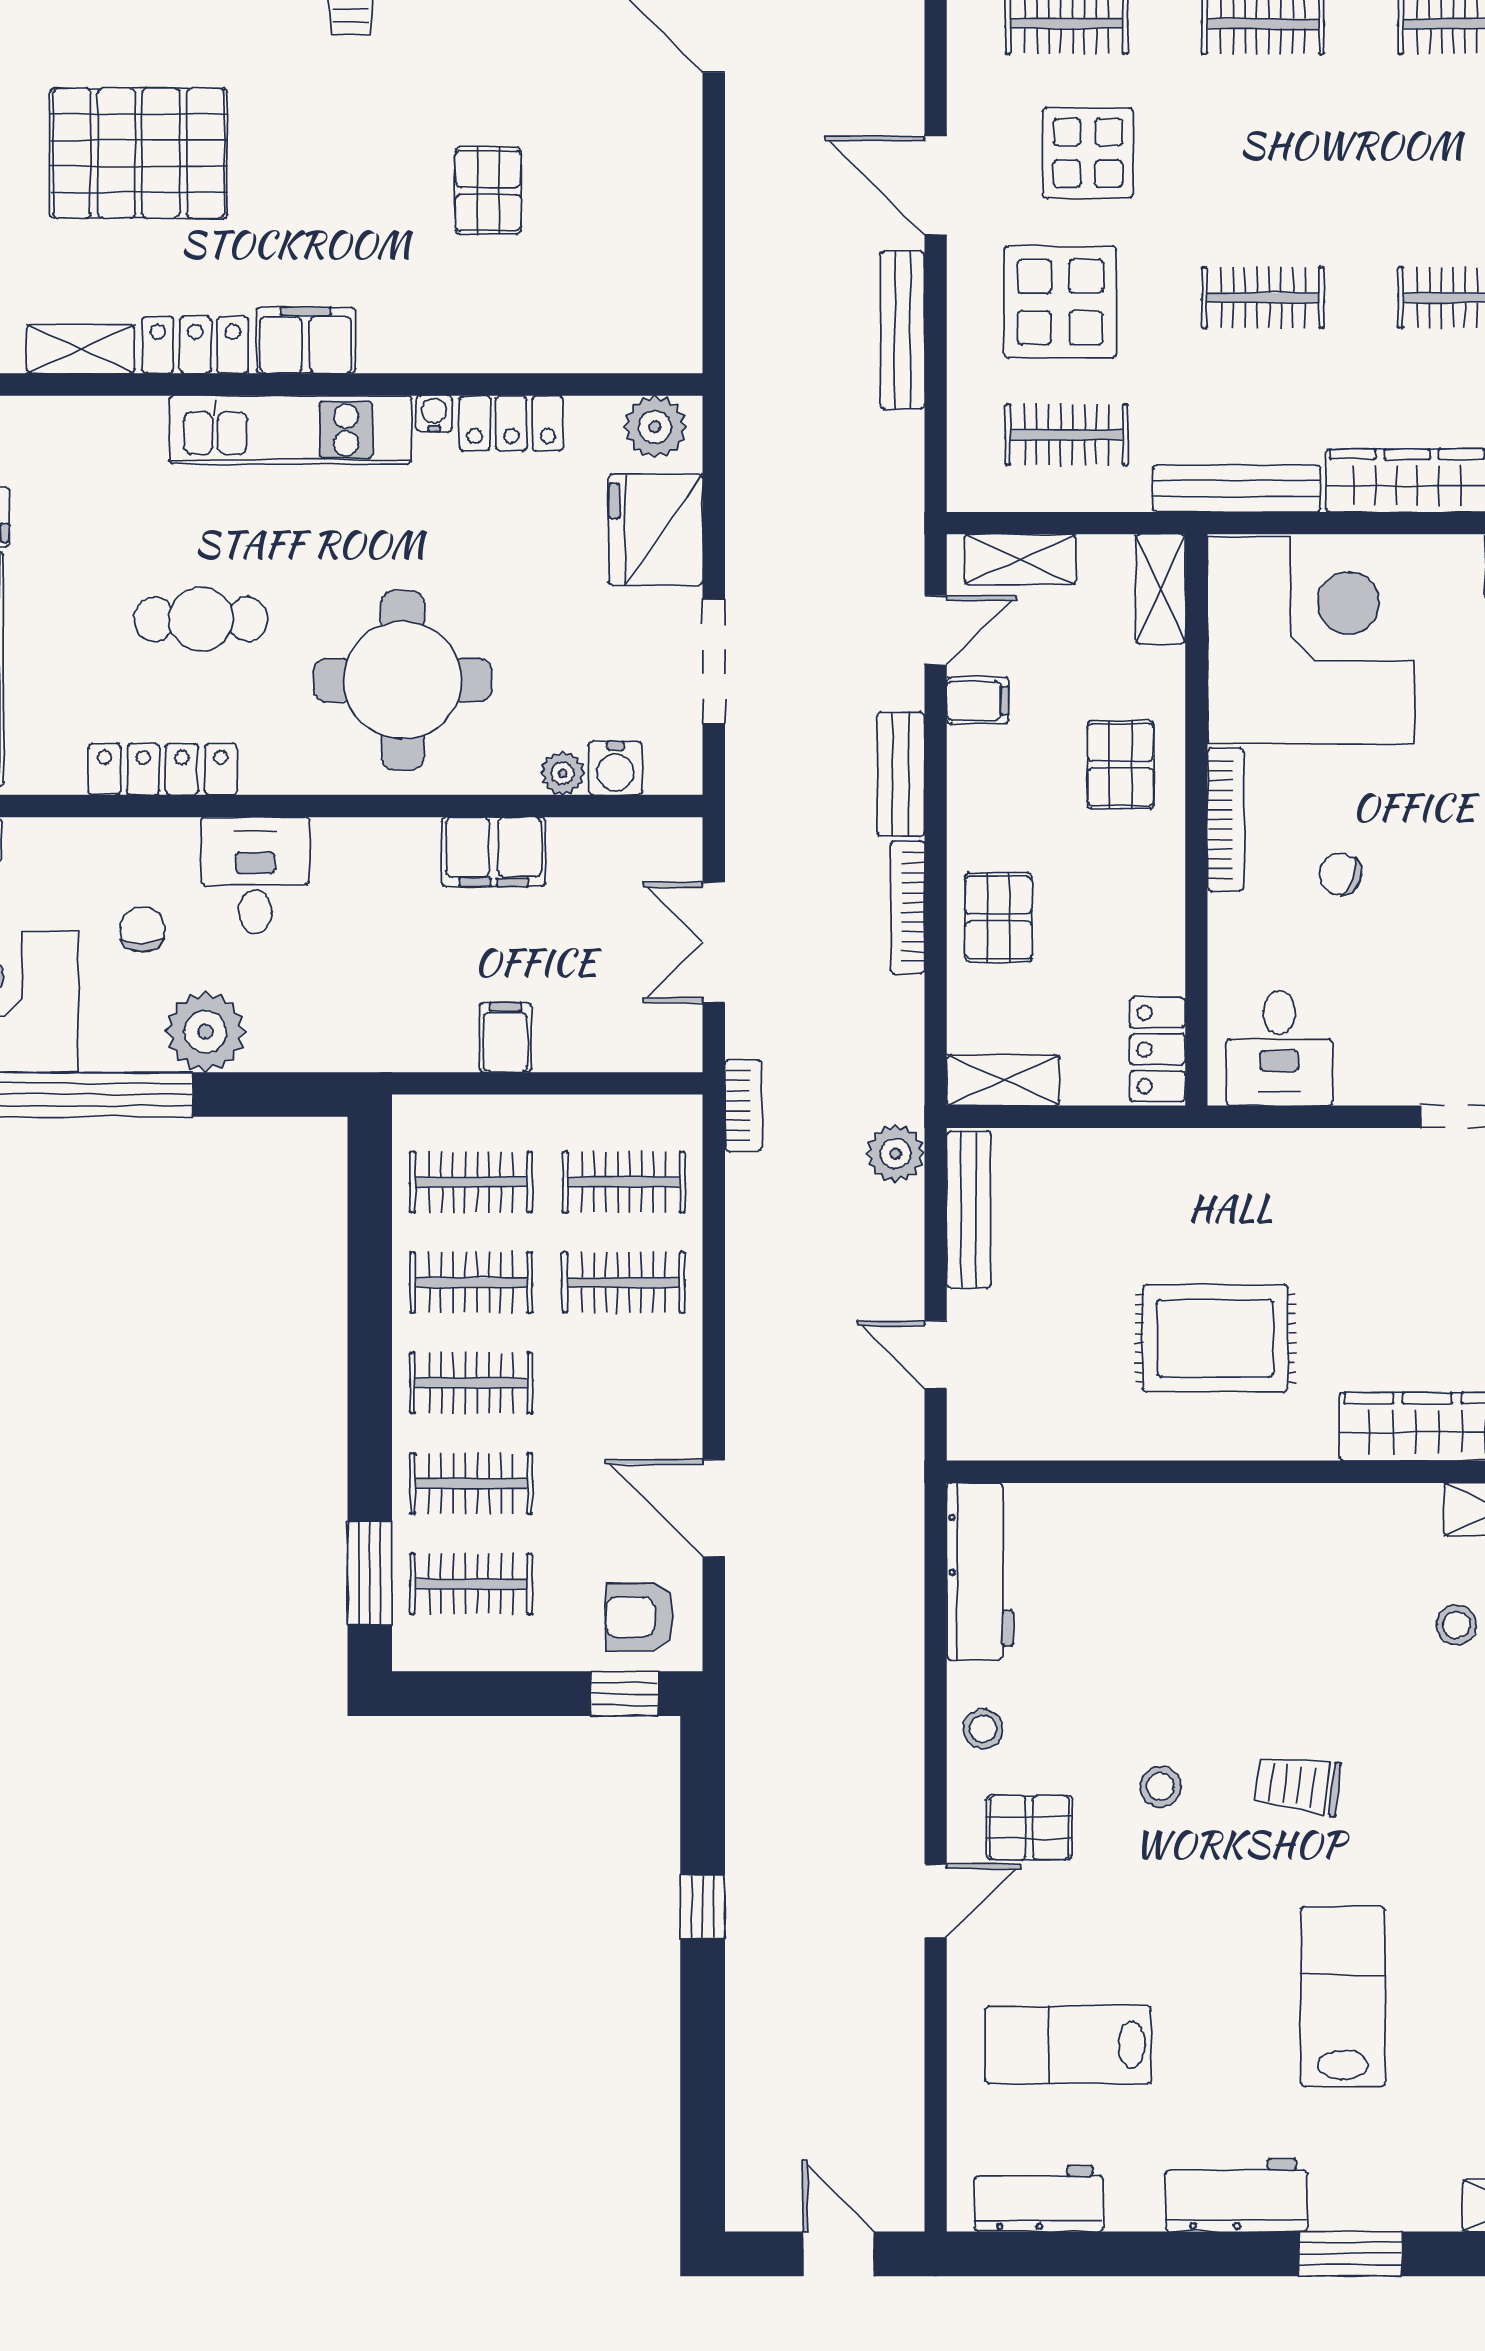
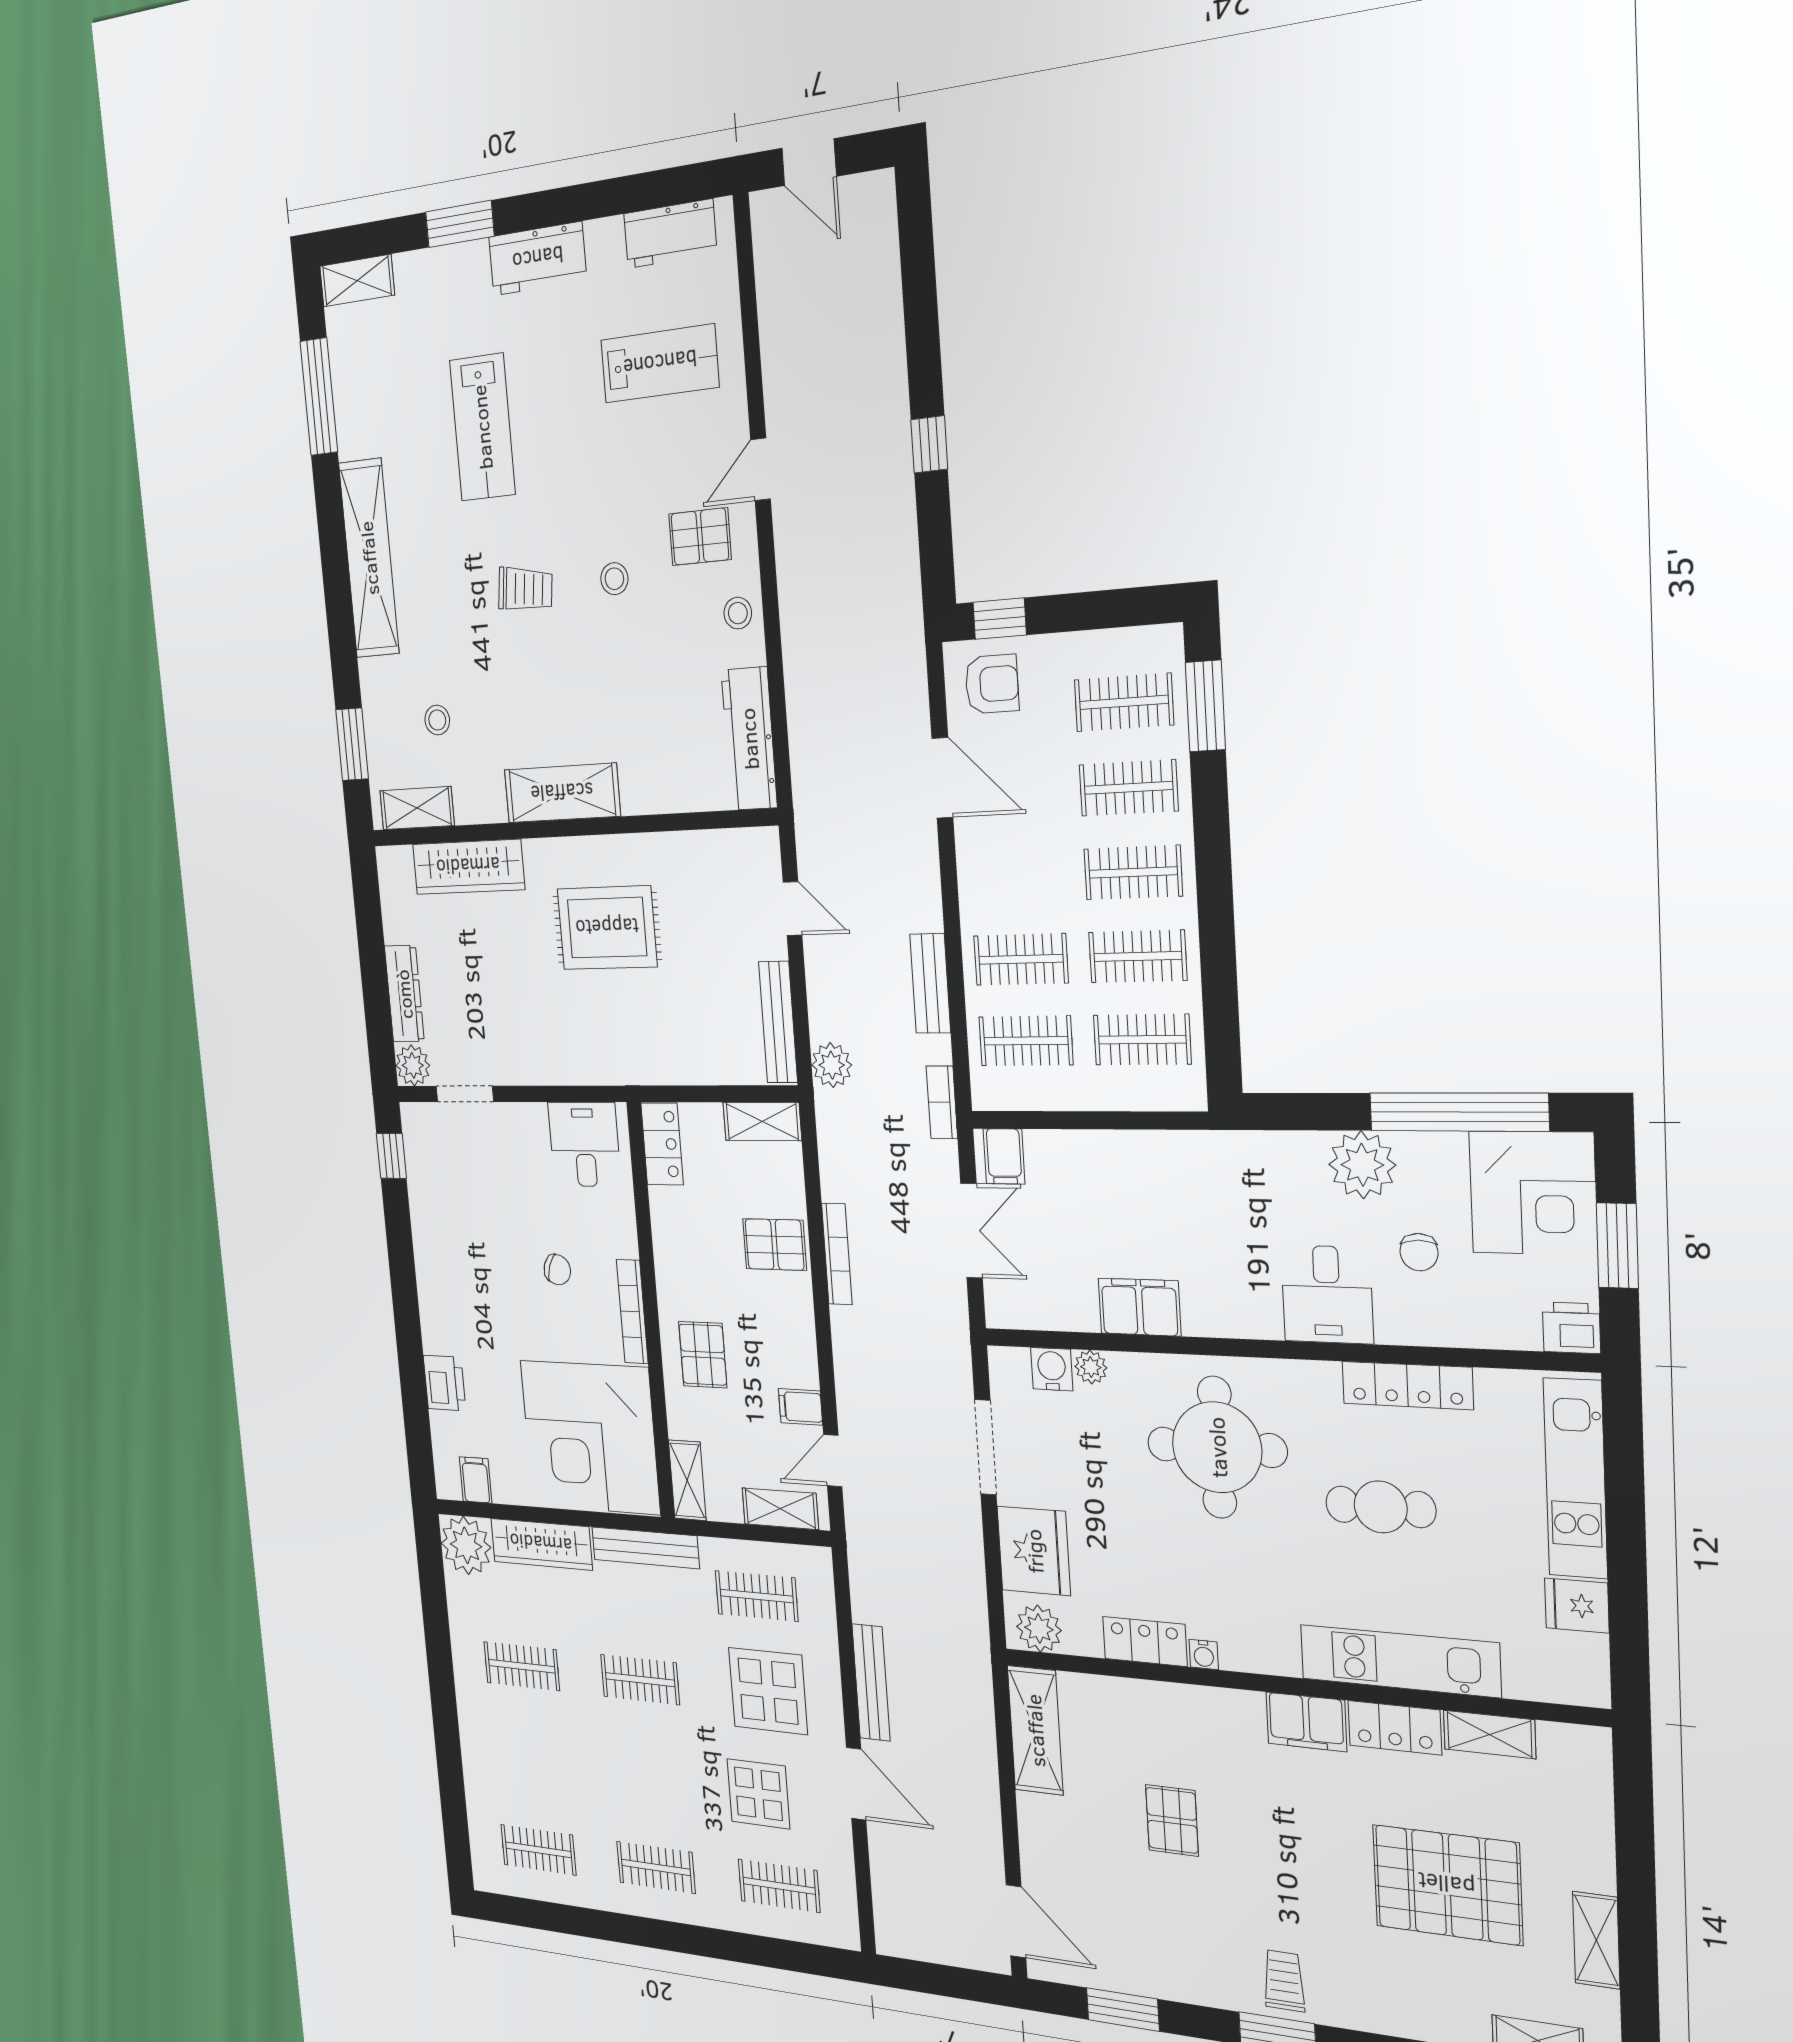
shelving: (669, 290) -> (1035, 1730), added
kitchen unit: (290, 430) -> (1400, 1661), moved
bench: (901, 774) -> (930, 983), moved
pallet: (998, 917) -> (775, 1245), turned 90
filing cabinet: (506, 1037) -> (1004, 1156), moved
shelving: (1268, 1518) -> (562, 793), added

